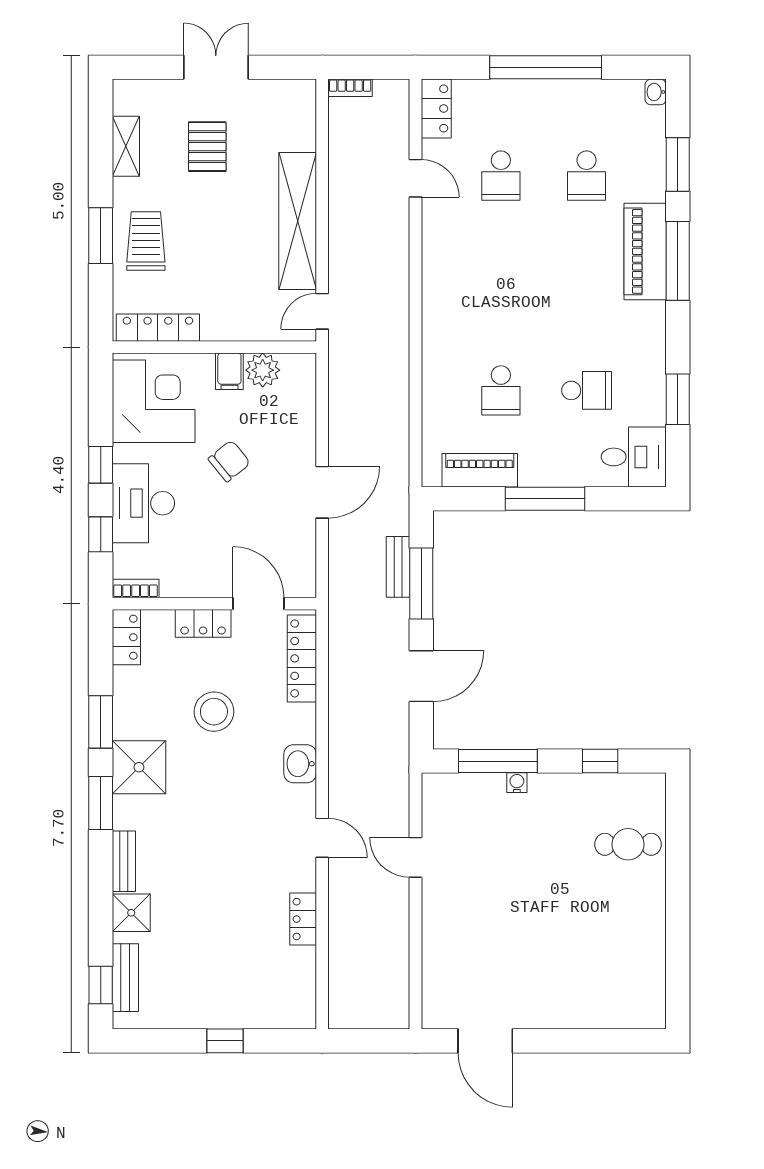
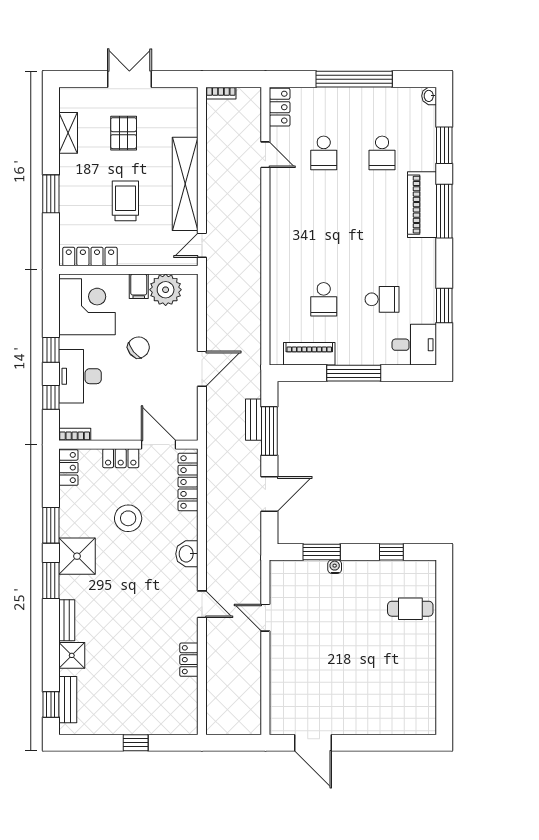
trolley: (146, 241) -> (125, 201), moved
plant: (263, 370) -> (166, 290), width x1.36, depth x1.36
window: (498, 761) -> (322, 552), width x0.69

